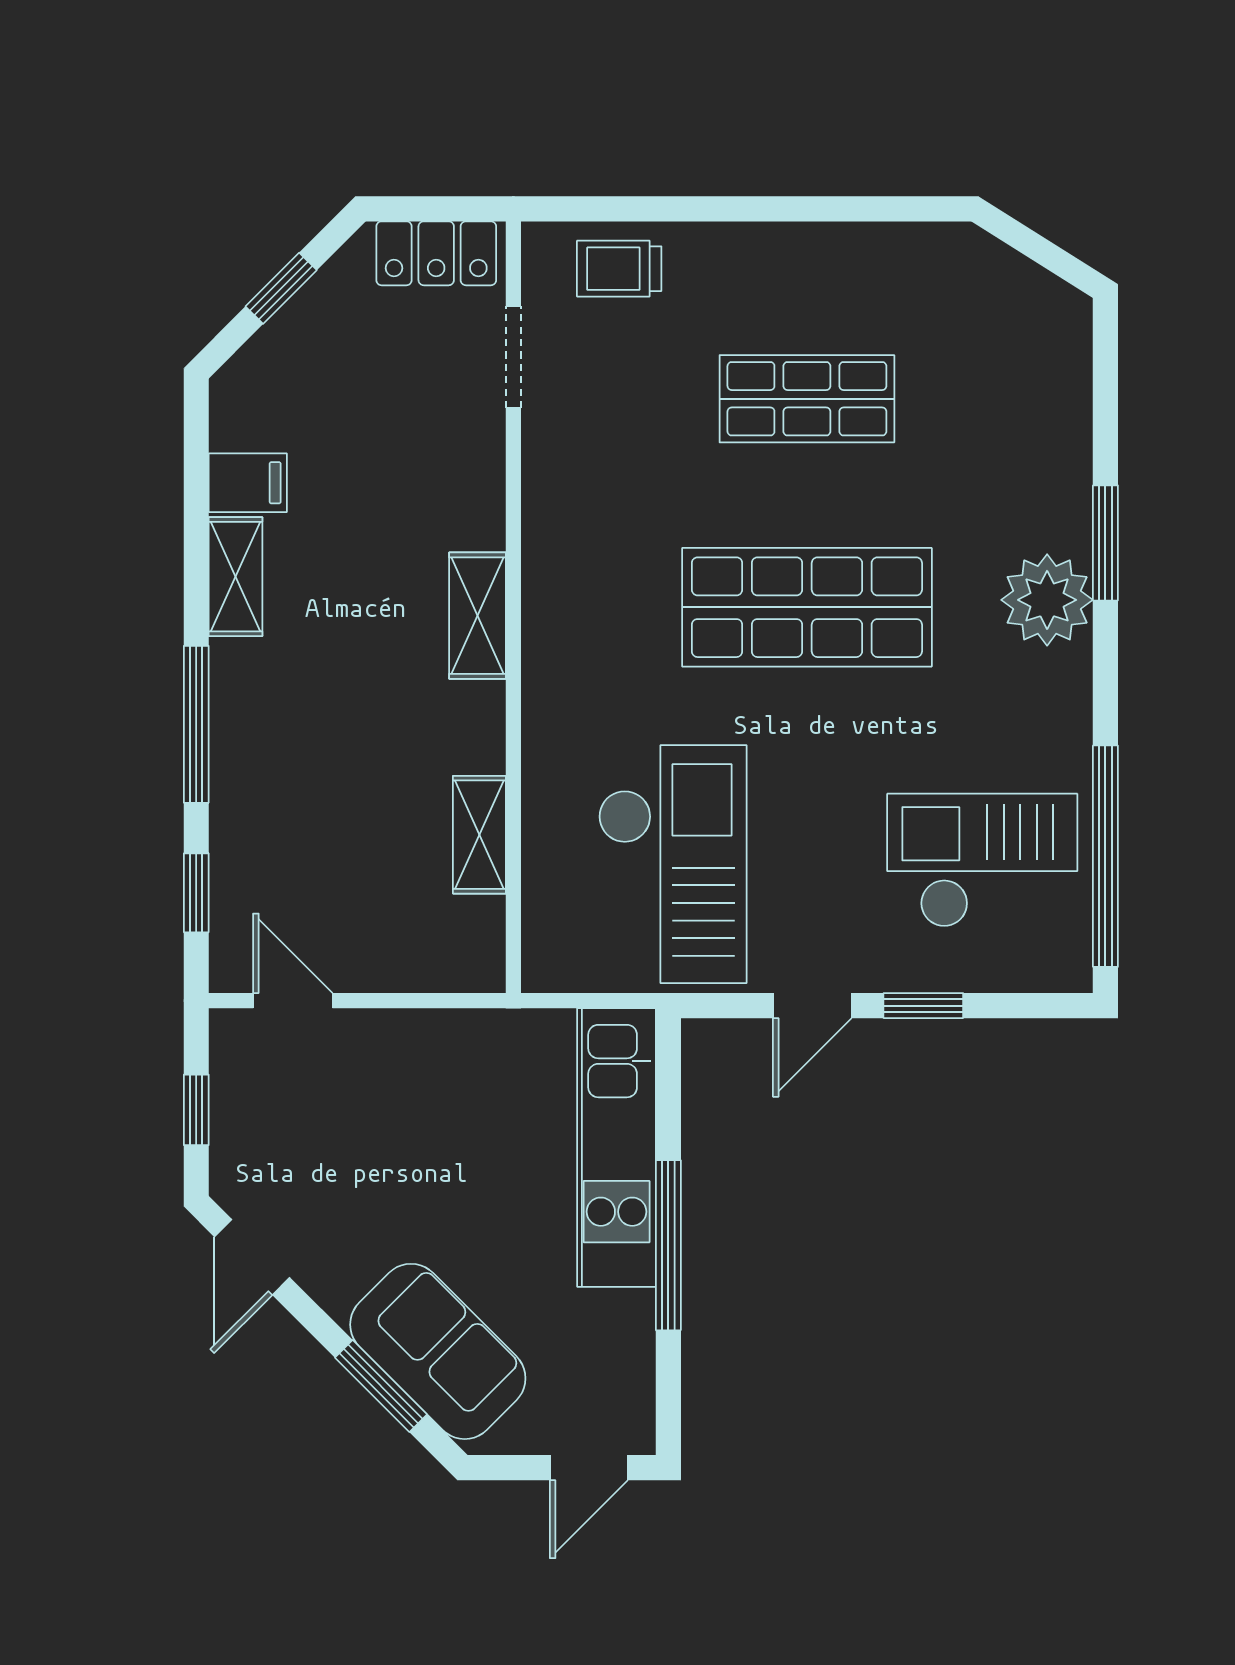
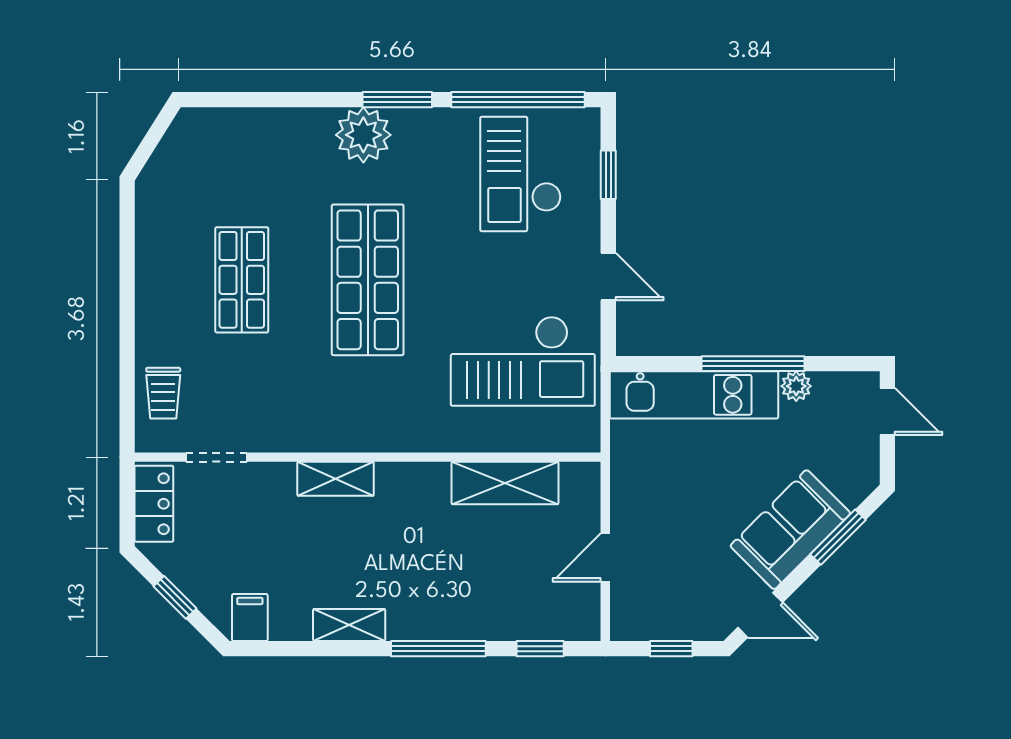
filing cabinet: (248, 483) -> (250, 618), moved
window: (1105, 543) -> (397, 100), moved
shelving: (478, 616) -> (336, 479), moved
shelving: (479, 835) -> (505, 483), width x1.50, depth x1.33
checkout: (672, 864) -> (523, 361), turned 180
door: (293, 1001) -> (605, 558), moved
window: (923, 1006) -> (608, 175), moved
plant: (631, 1317) -> (796, 386), added
sofa: (438, 1351) -> (790, 530), moved

